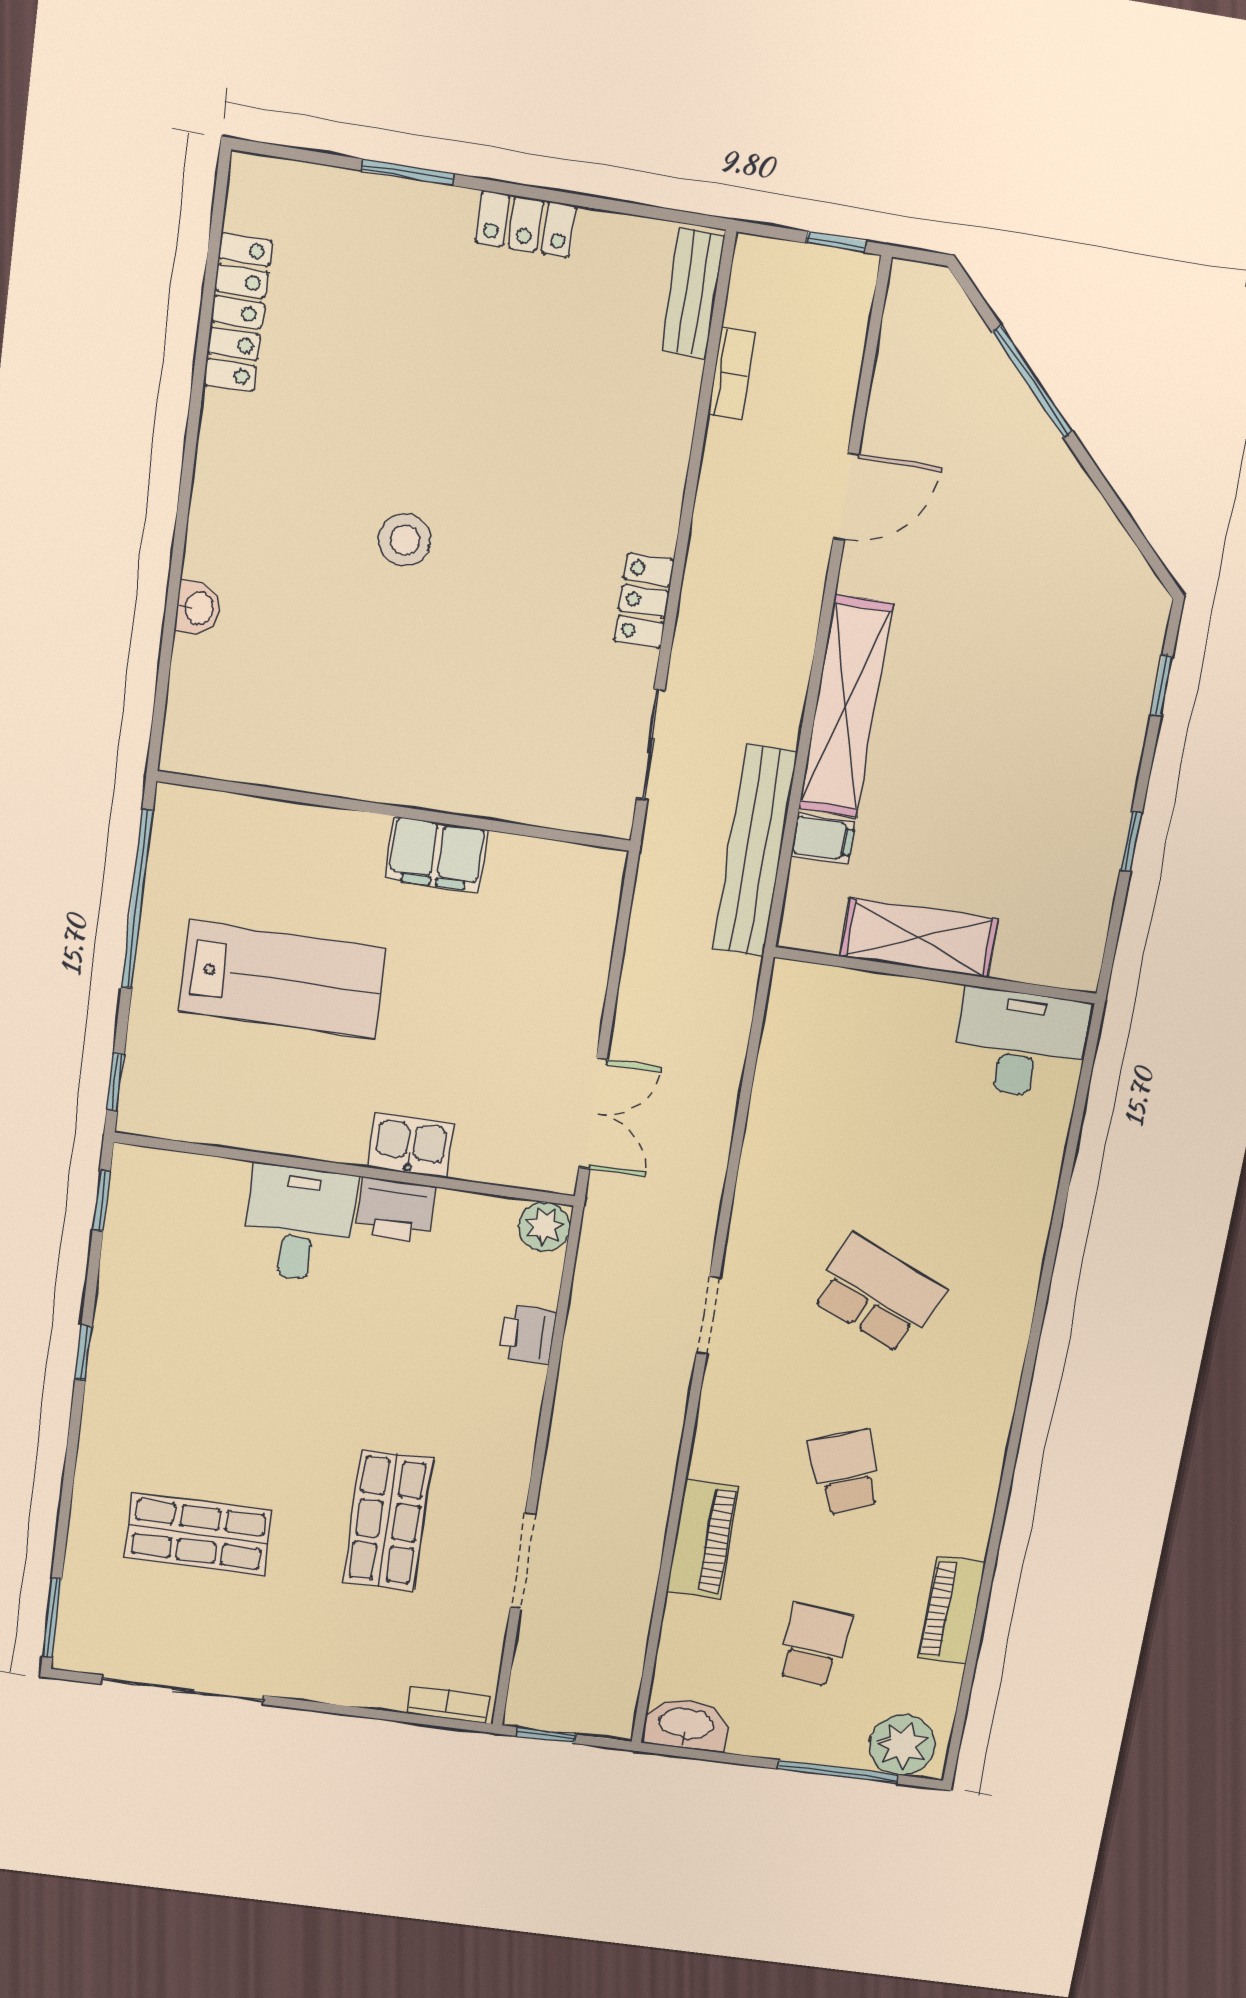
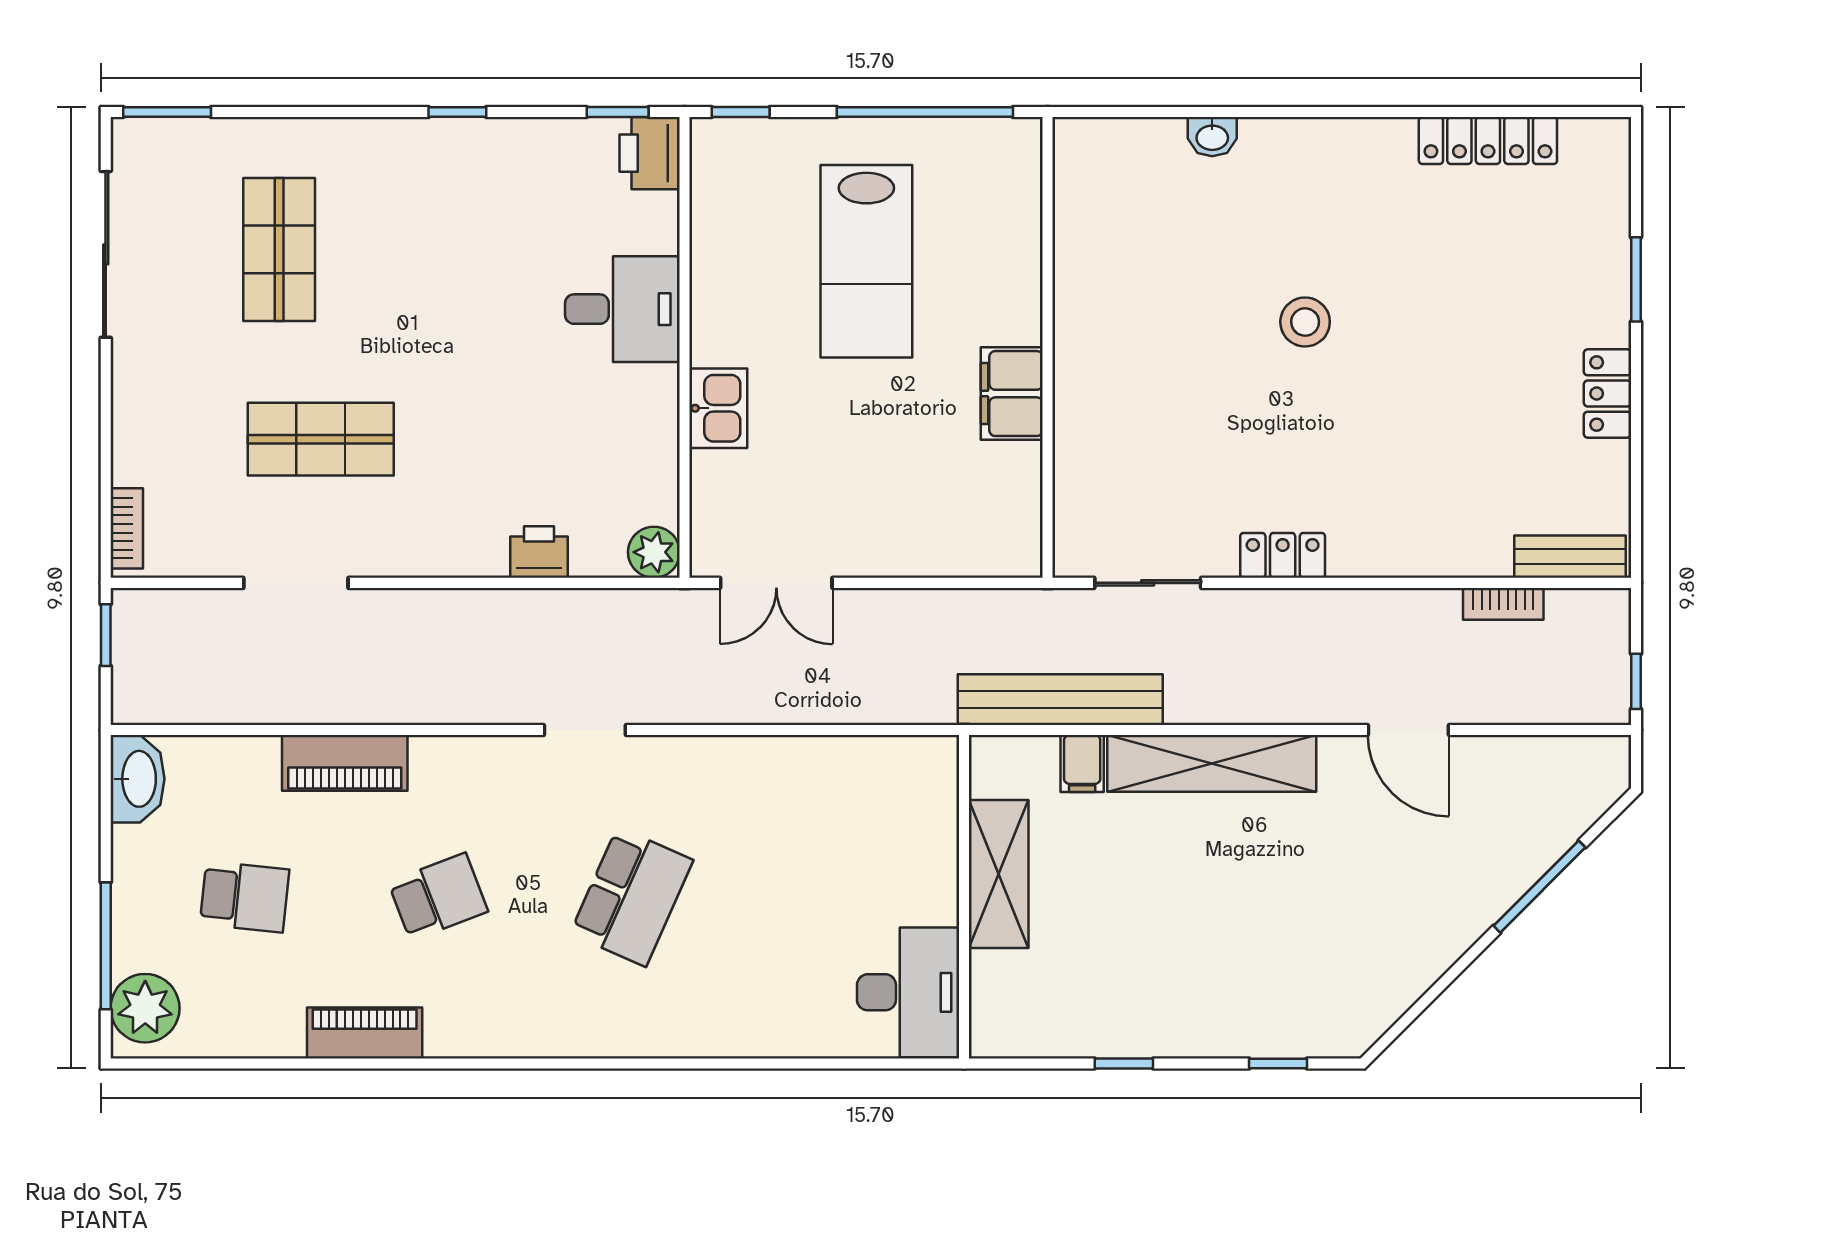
printer: (395, 1210) -> (650, 153), moved
piano: (952, 1610) -> (365, 1033), moved

